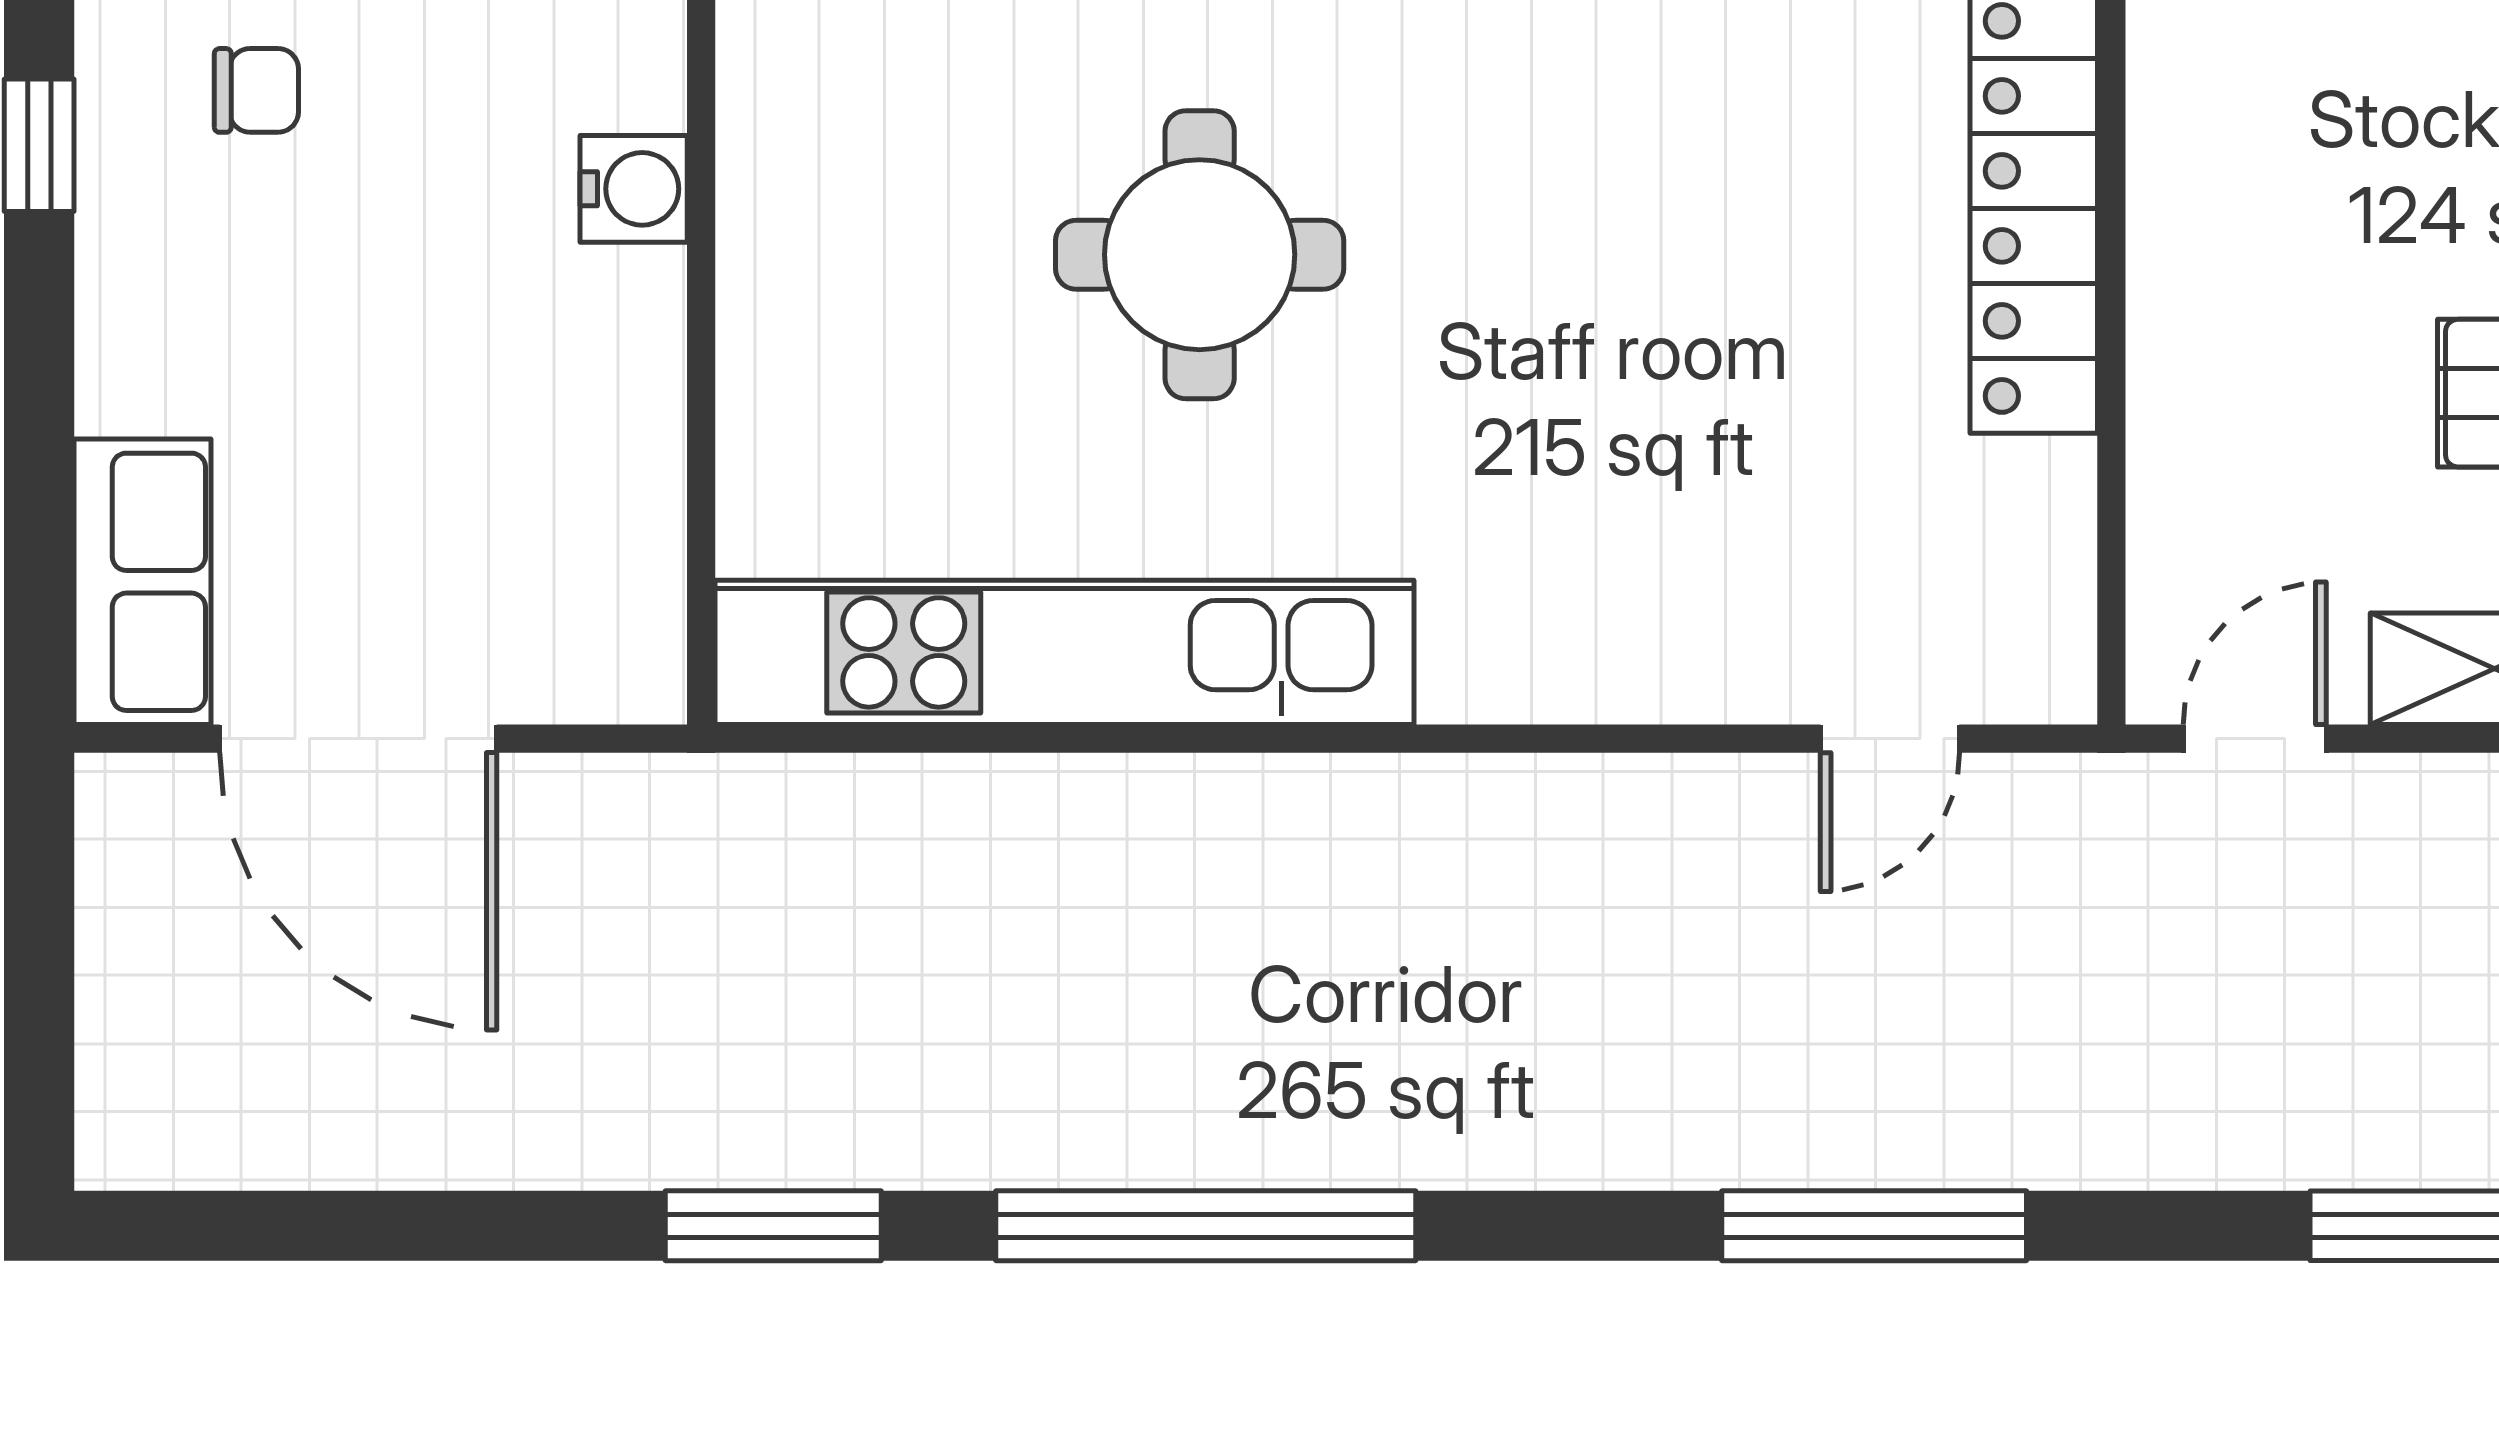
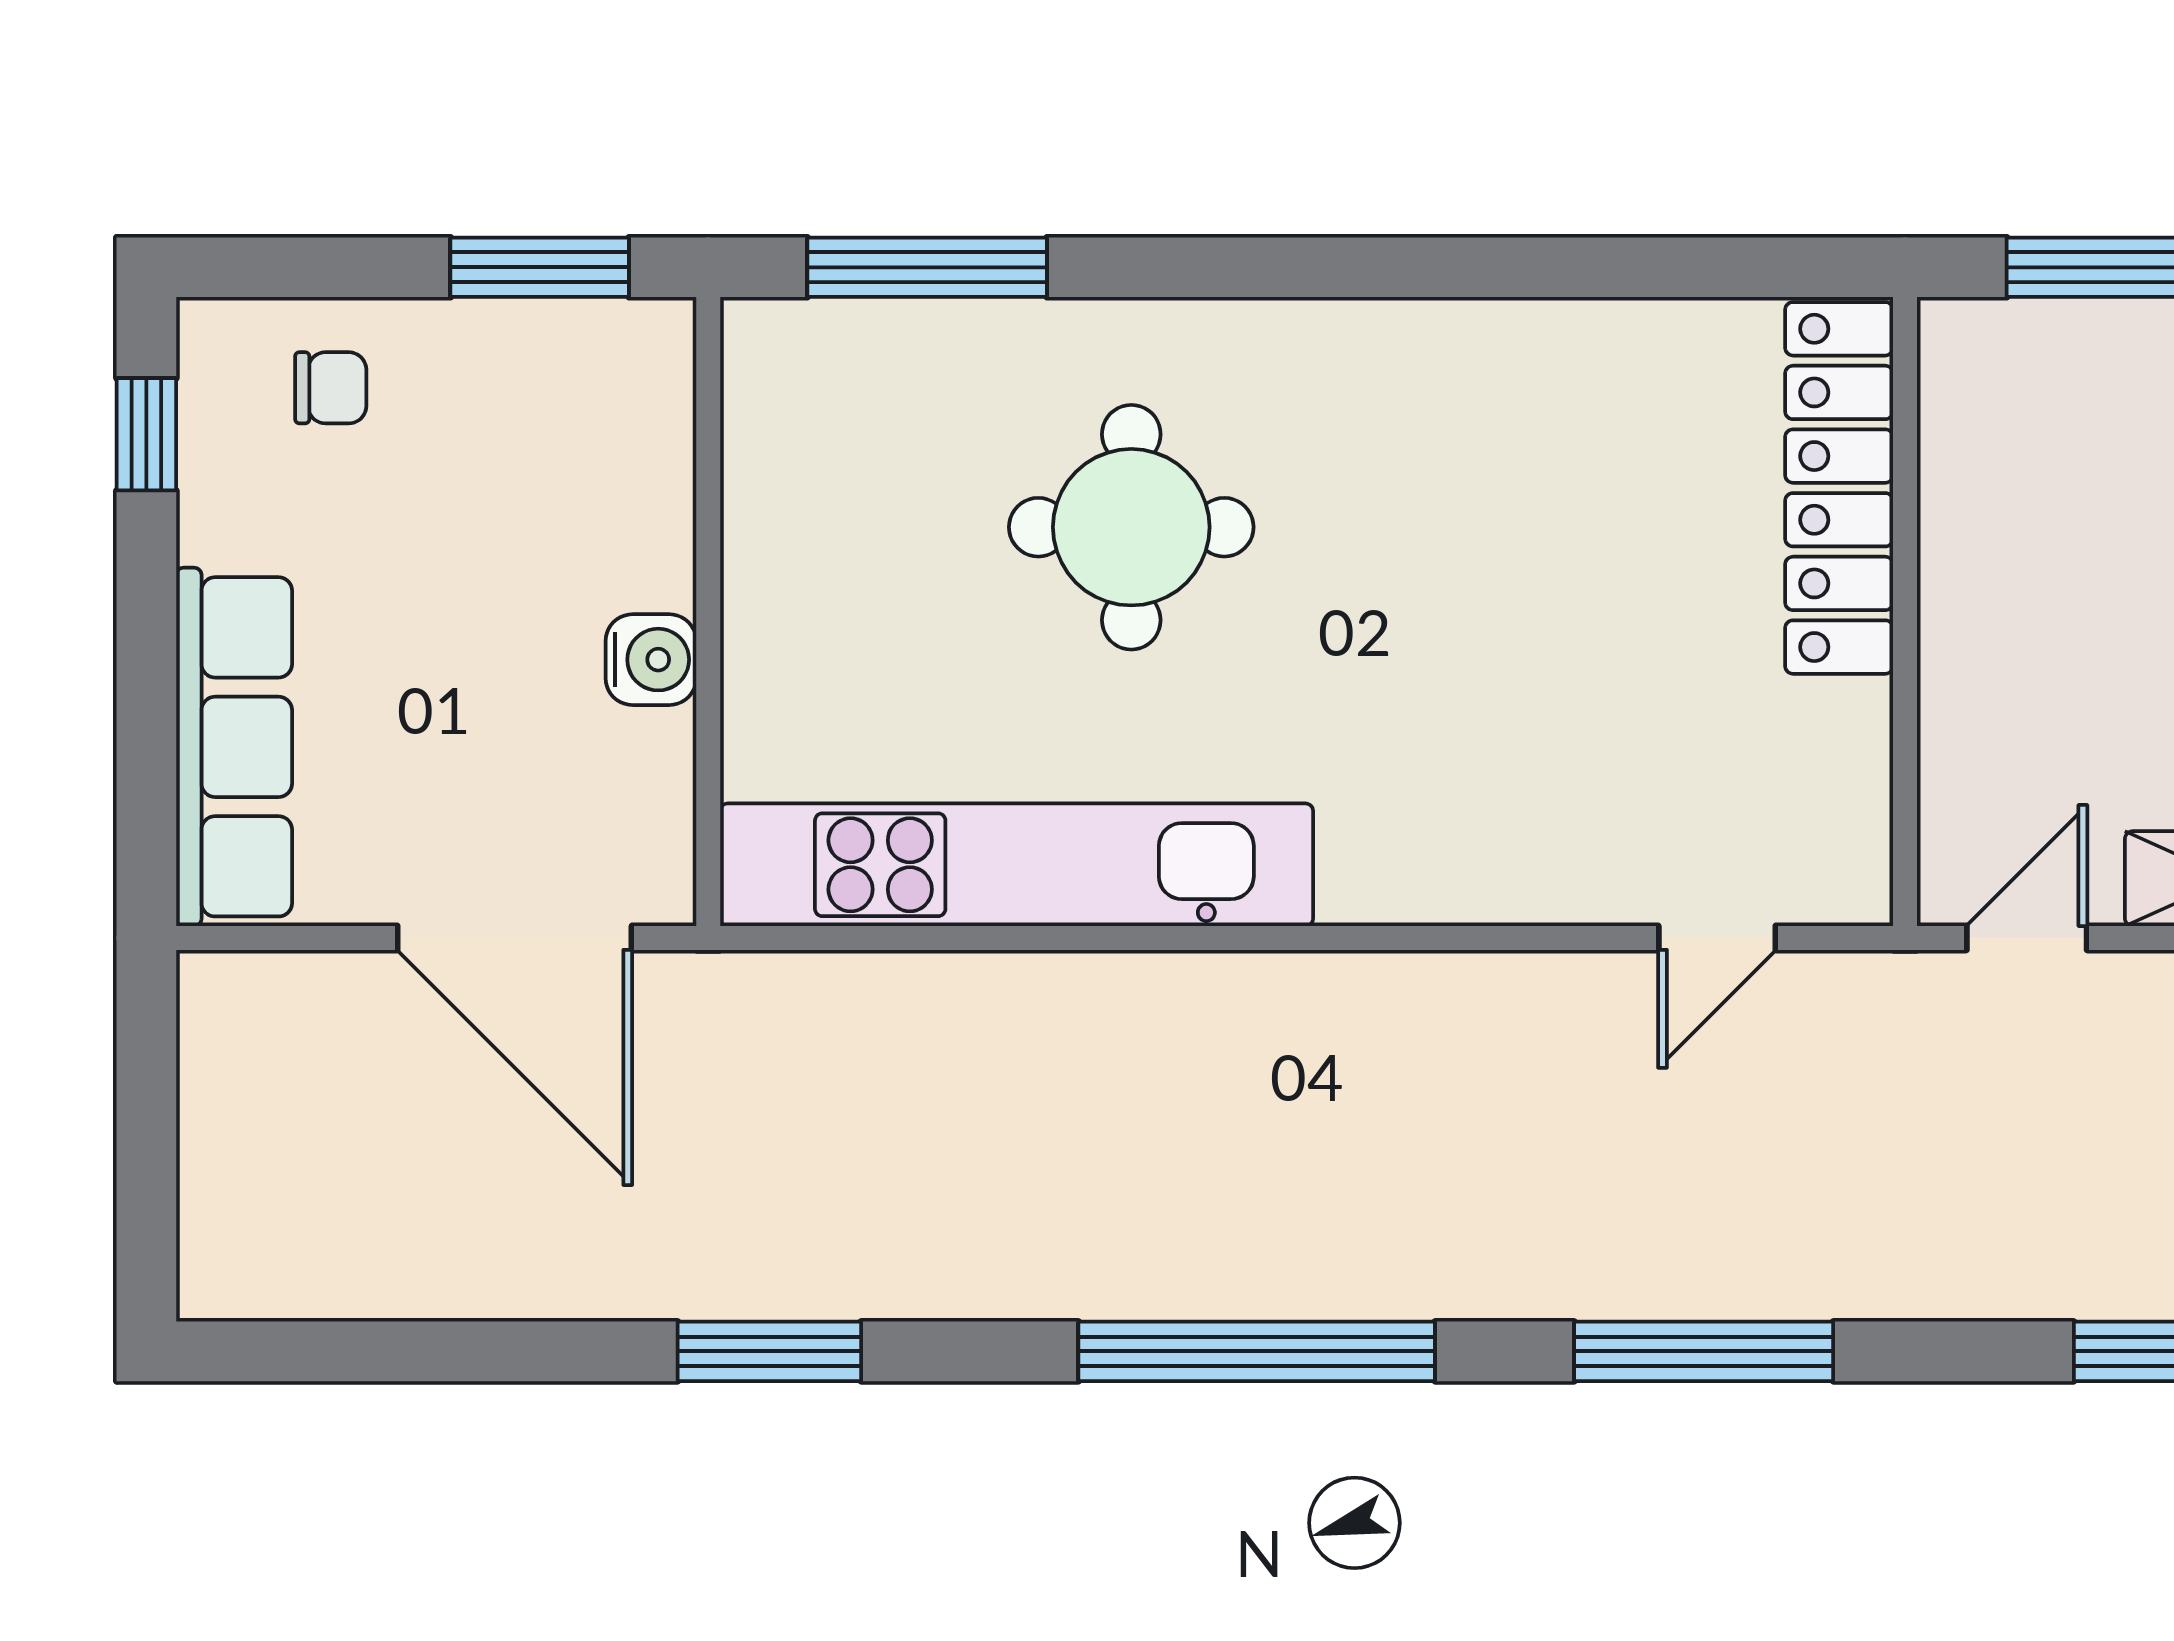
water cooler: (634, 189) -> (651, 660), moved
row of seats: (142, 582) -> (234, 747), width x1.48
door: (358, 739) -> (515, 938), moved
window: (1206, 1226) -> (1257, 1351), moved

